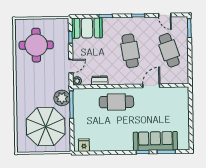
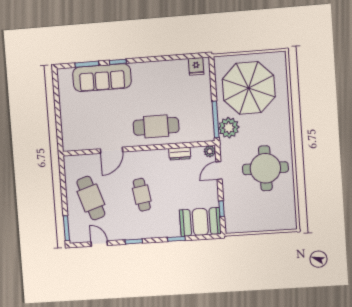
round table: (36, 45) -> (265, 168), moved
cafe table: (130, 51) -> (142, 195), width x0.73, depth x0.74

